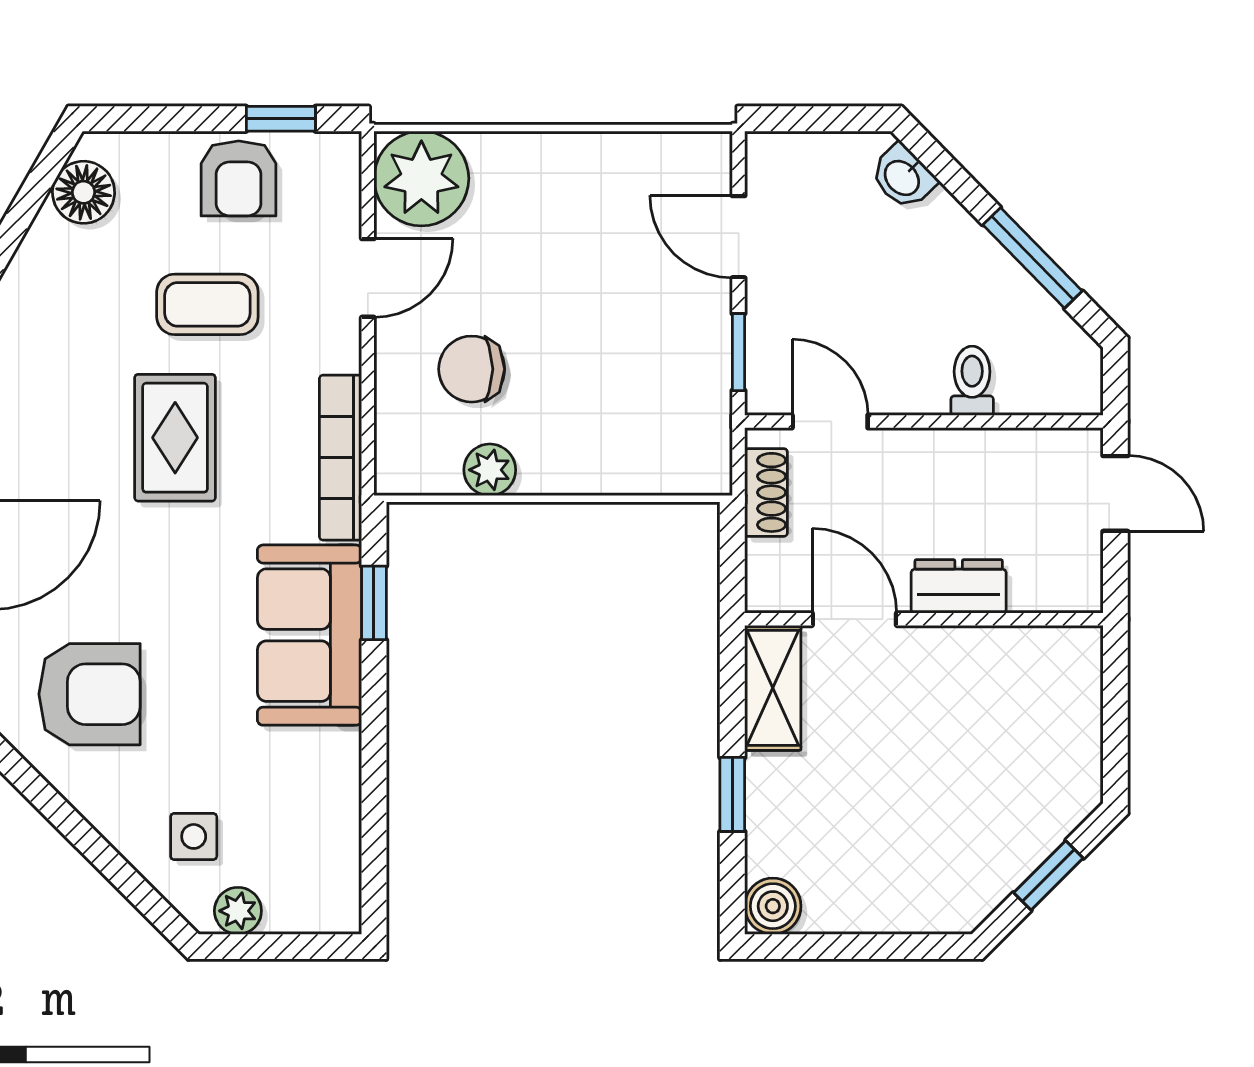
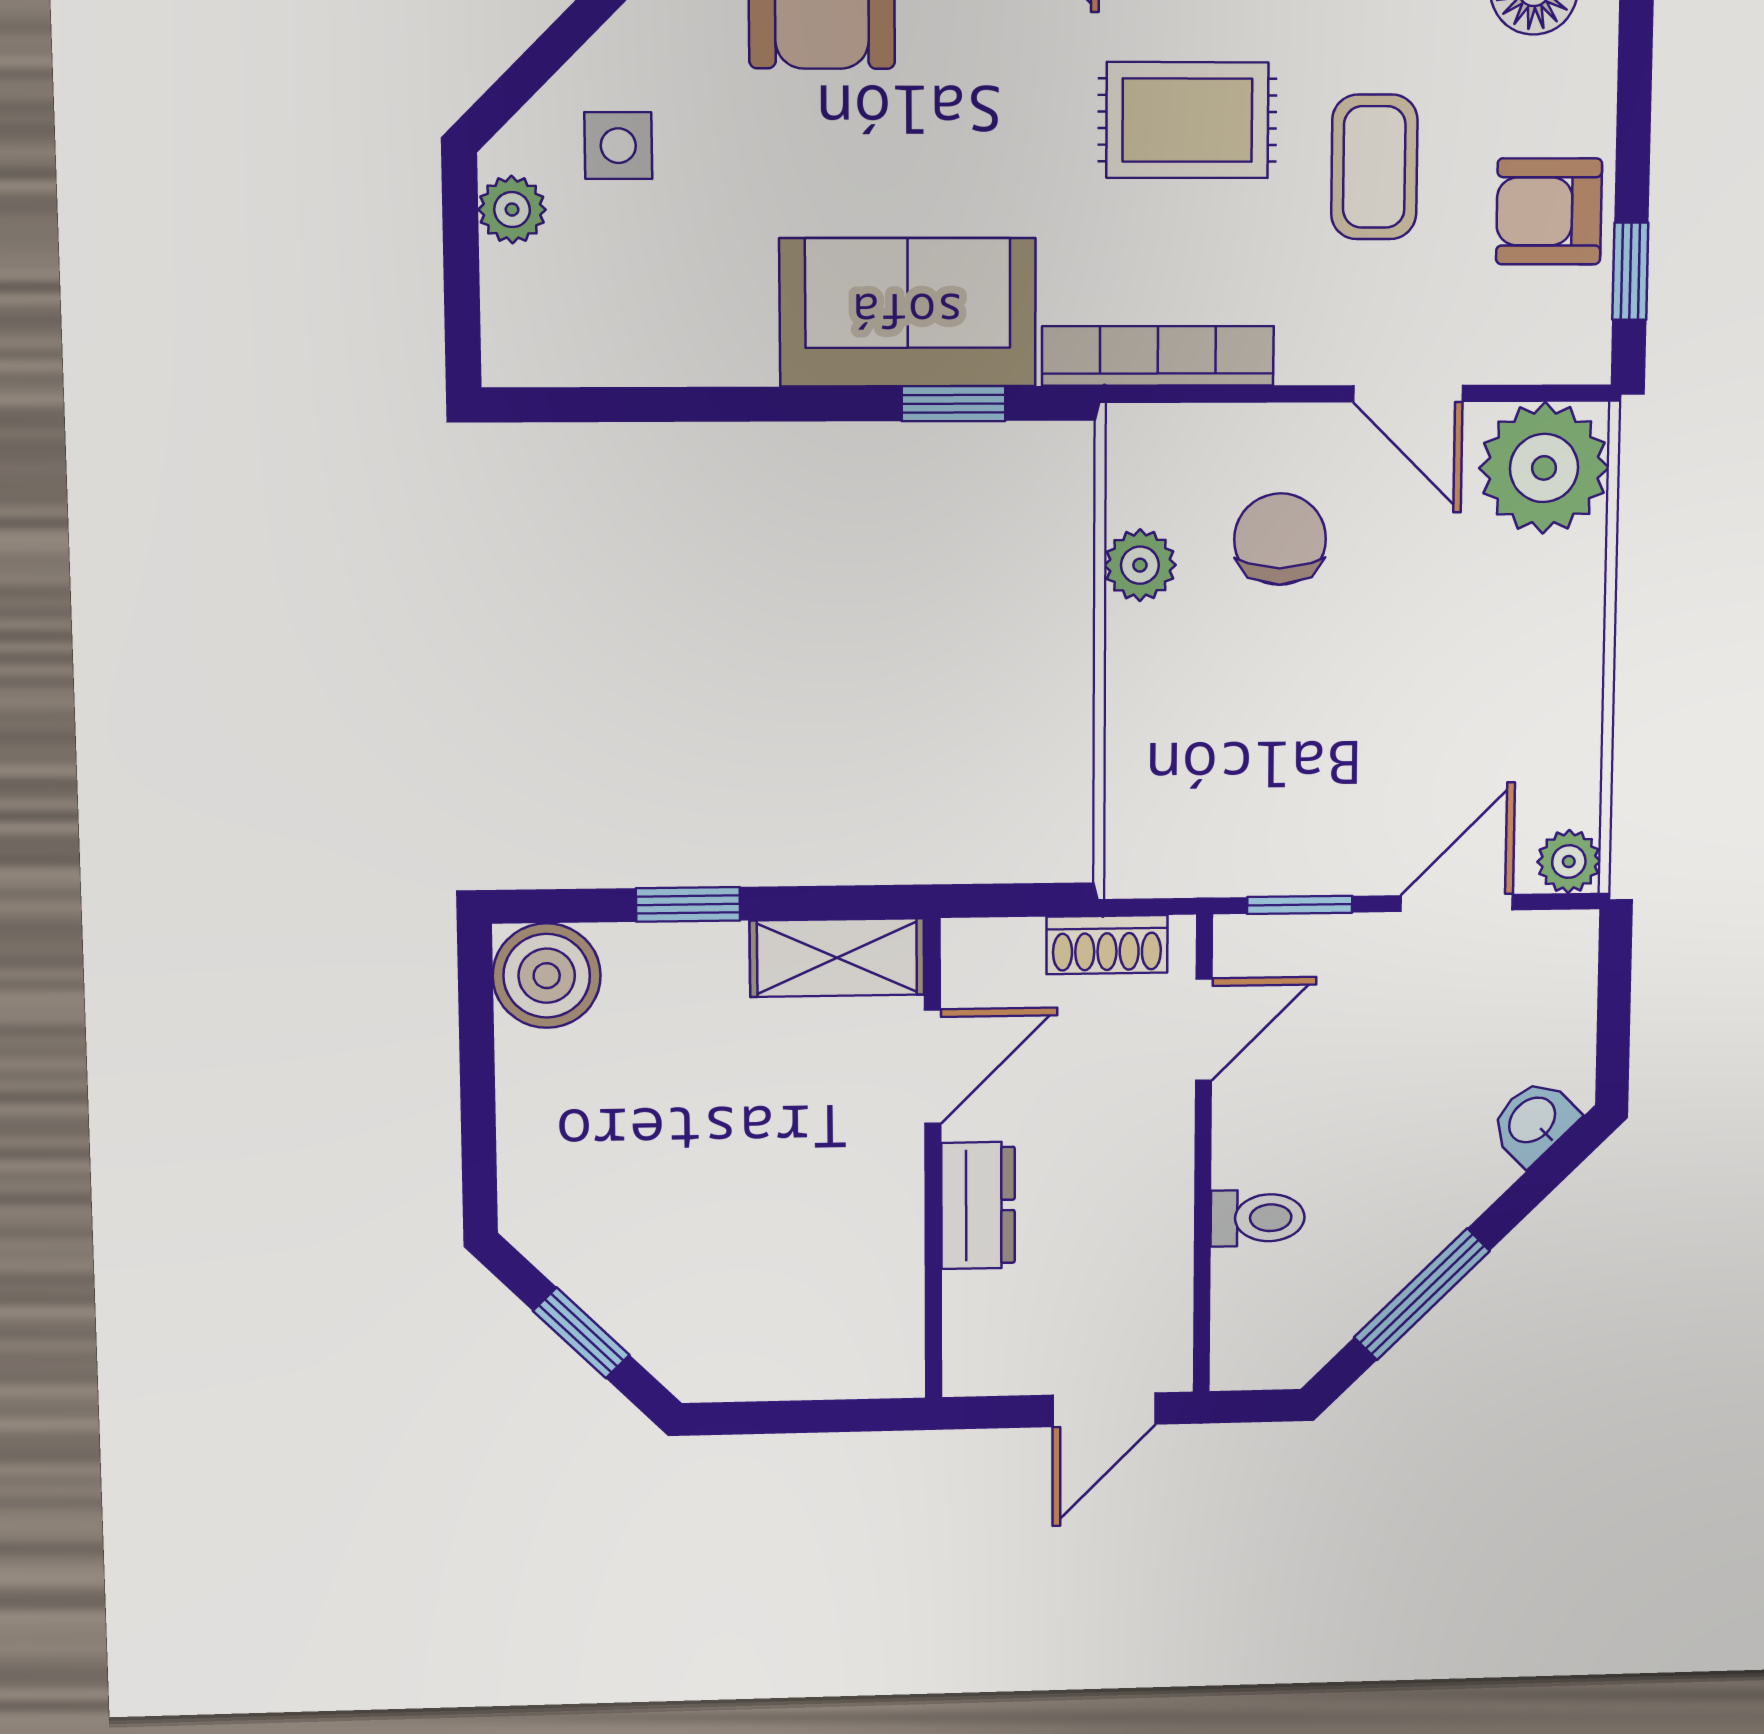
plant: (709, 155) -> (1569, 861), added
boiler: (773, 906) -> (547, 976), width x1.36, depth x1.36

